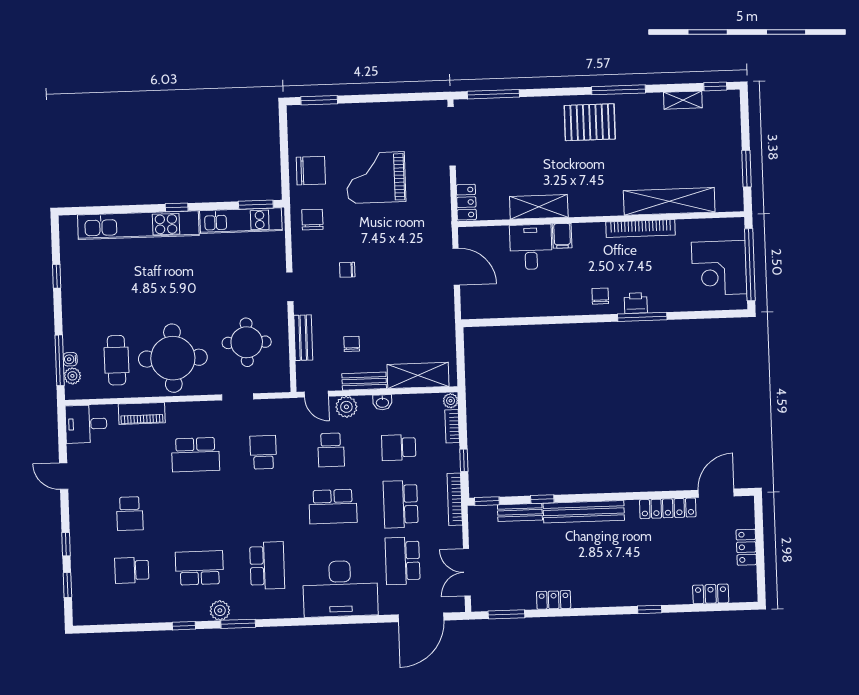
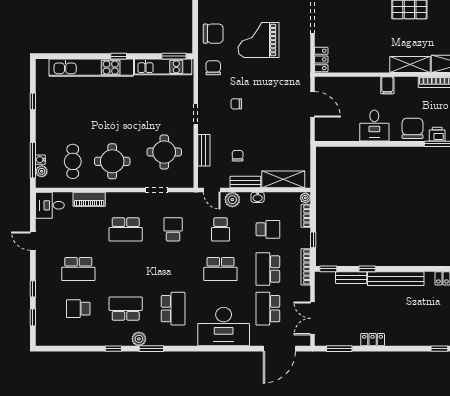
shelving: (539, 207) -> (410, 64), moved
desk: (531, 247) -> (374, 126), moved, turned 180
chair: (600, 296) -> (412, 128), width x1.87, depth x1.87
round table: (173, 358) -> (112, 161), width x0.73, depth x0.73
school desk: (399, 448) -> (268, 229), turned 180
school desk: (130, 514) -> (78, 269), width x1.85

